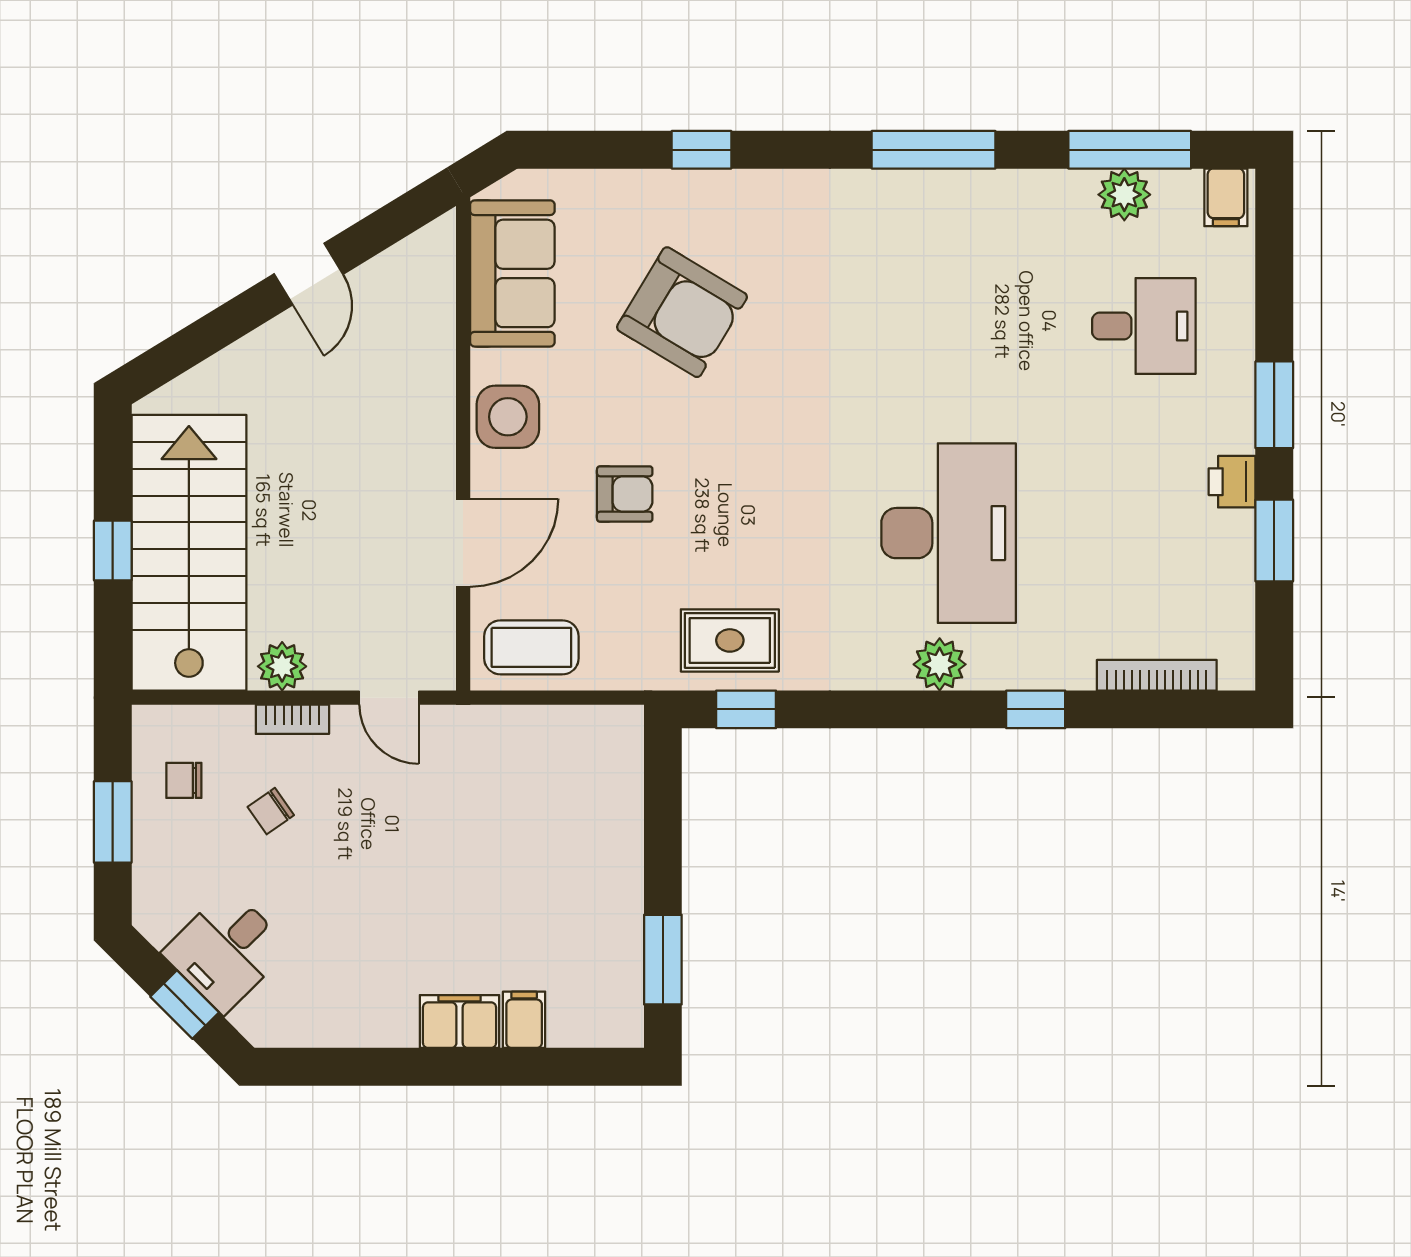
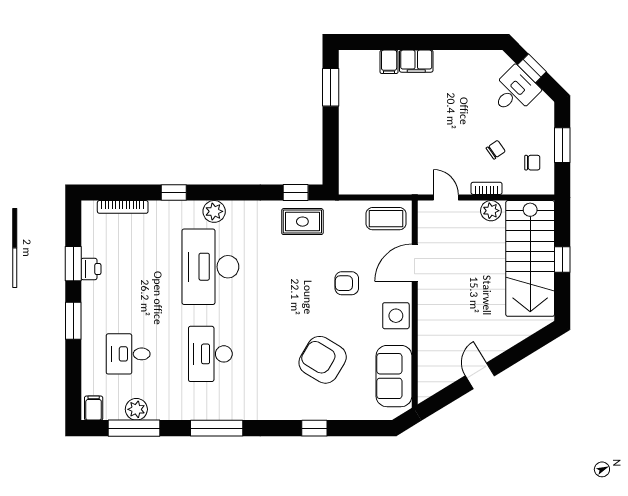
desk: (949, 326) -> (210, 354), added
printer: (1232, 482) -> (91, 269), moved

